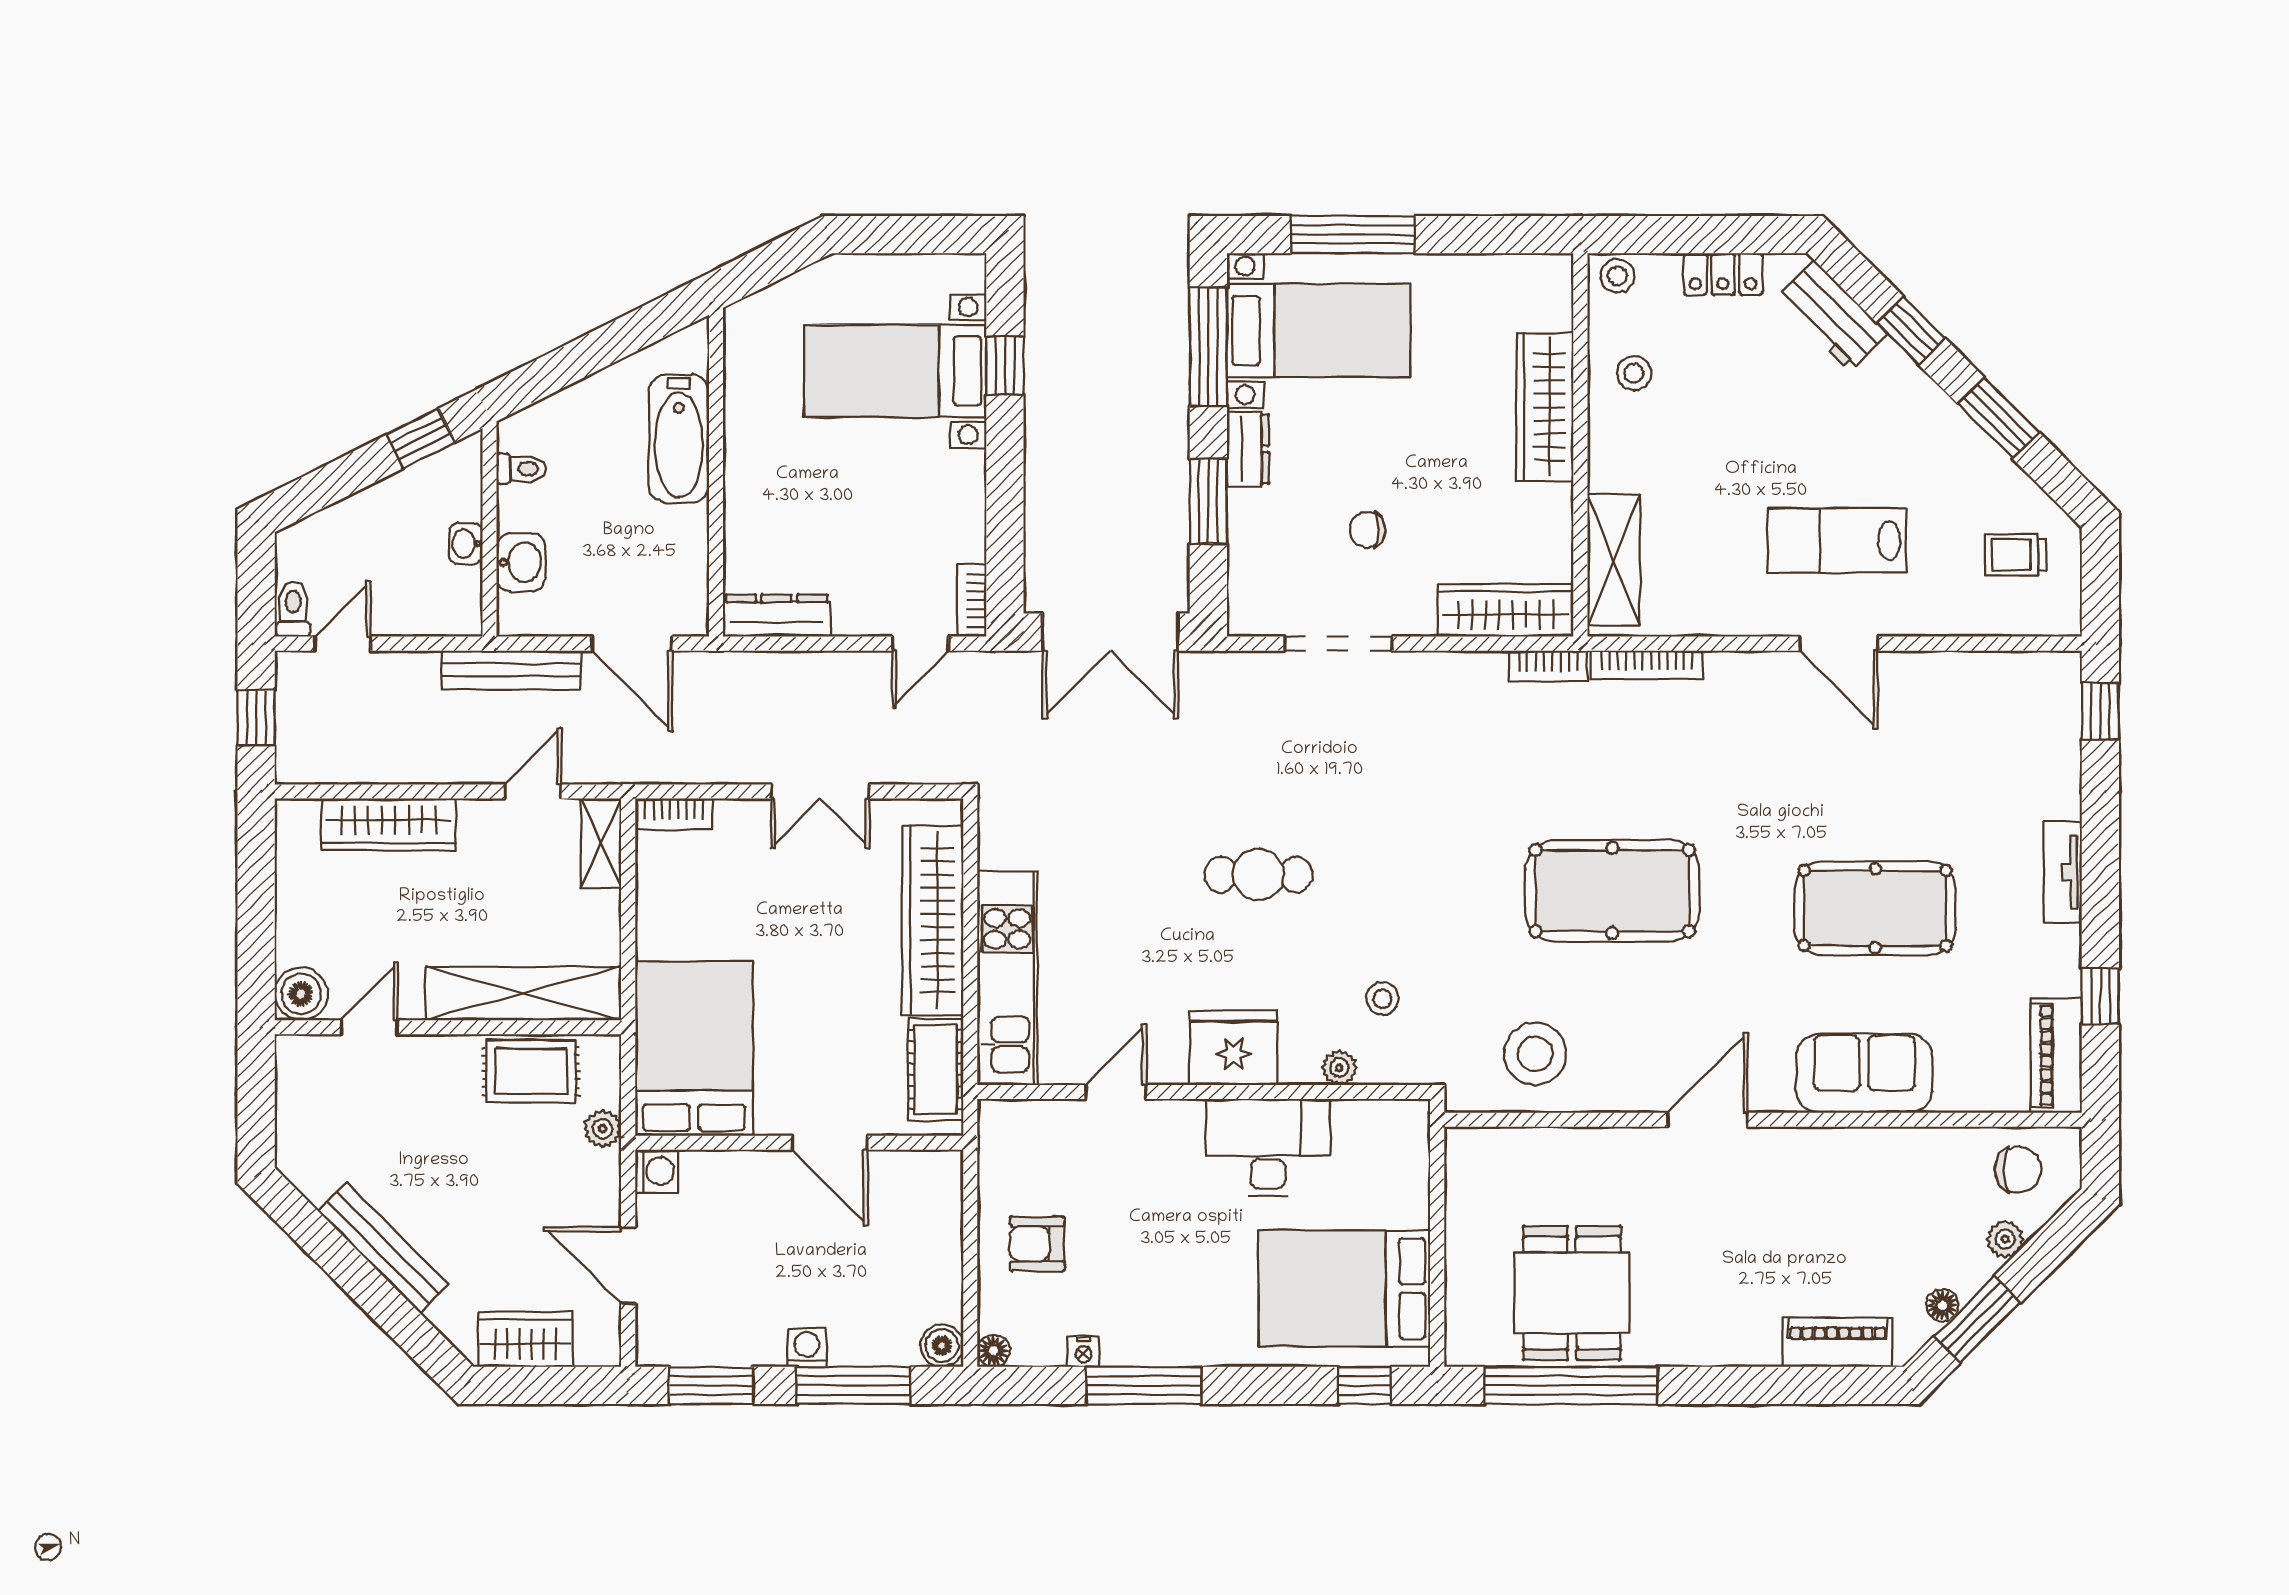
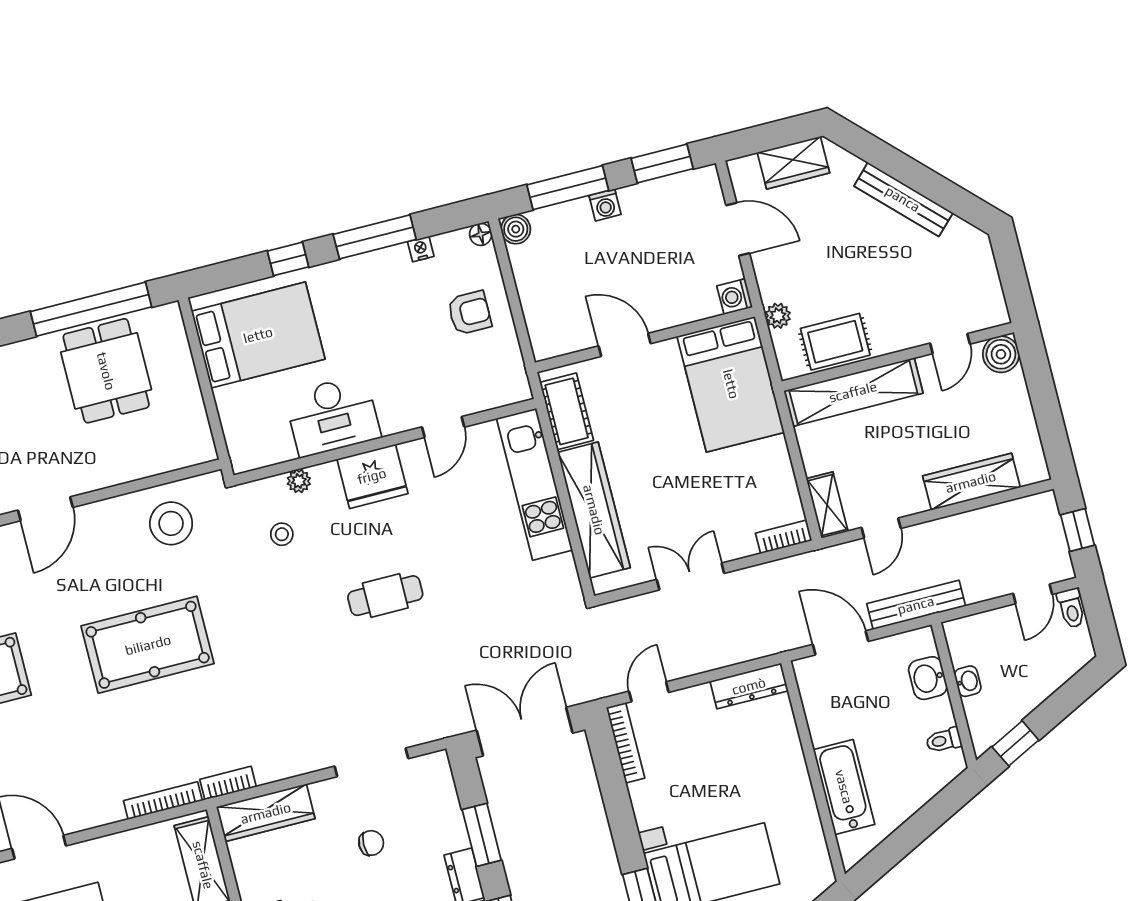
bookcase: (972, 600) -> (625, 743), width x1.56
window: (1364, 1385) -> (288, 259), moved

